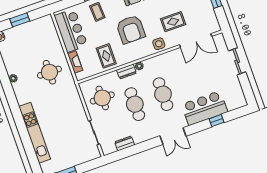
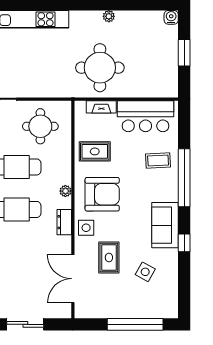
armchair: (131, 29) -> (102, 194), moved, turned 180
dresser: (126, 71) -> (64, 222), moved
round table: (49, 72) -> (100, 68), width x1.36, depth x1.36

